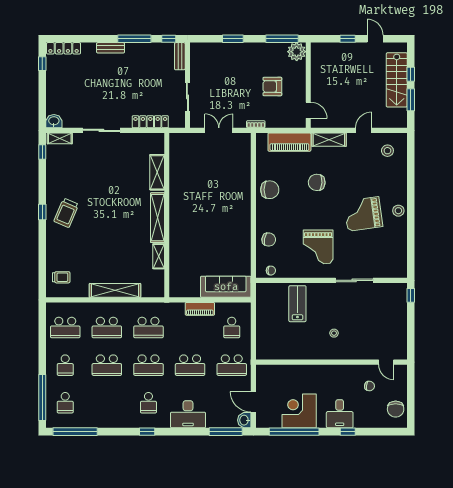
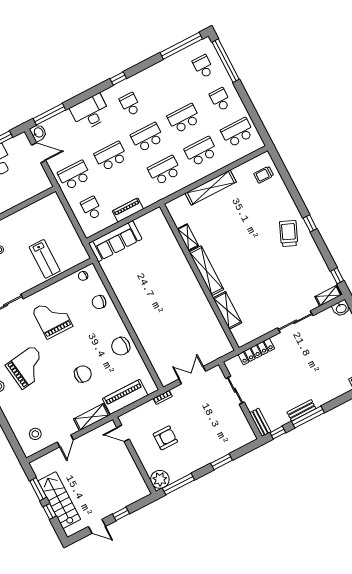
bench: (111, 48) -> (301, 410), moved
double door: (219, 130) -> (192, 375), swing flipped

